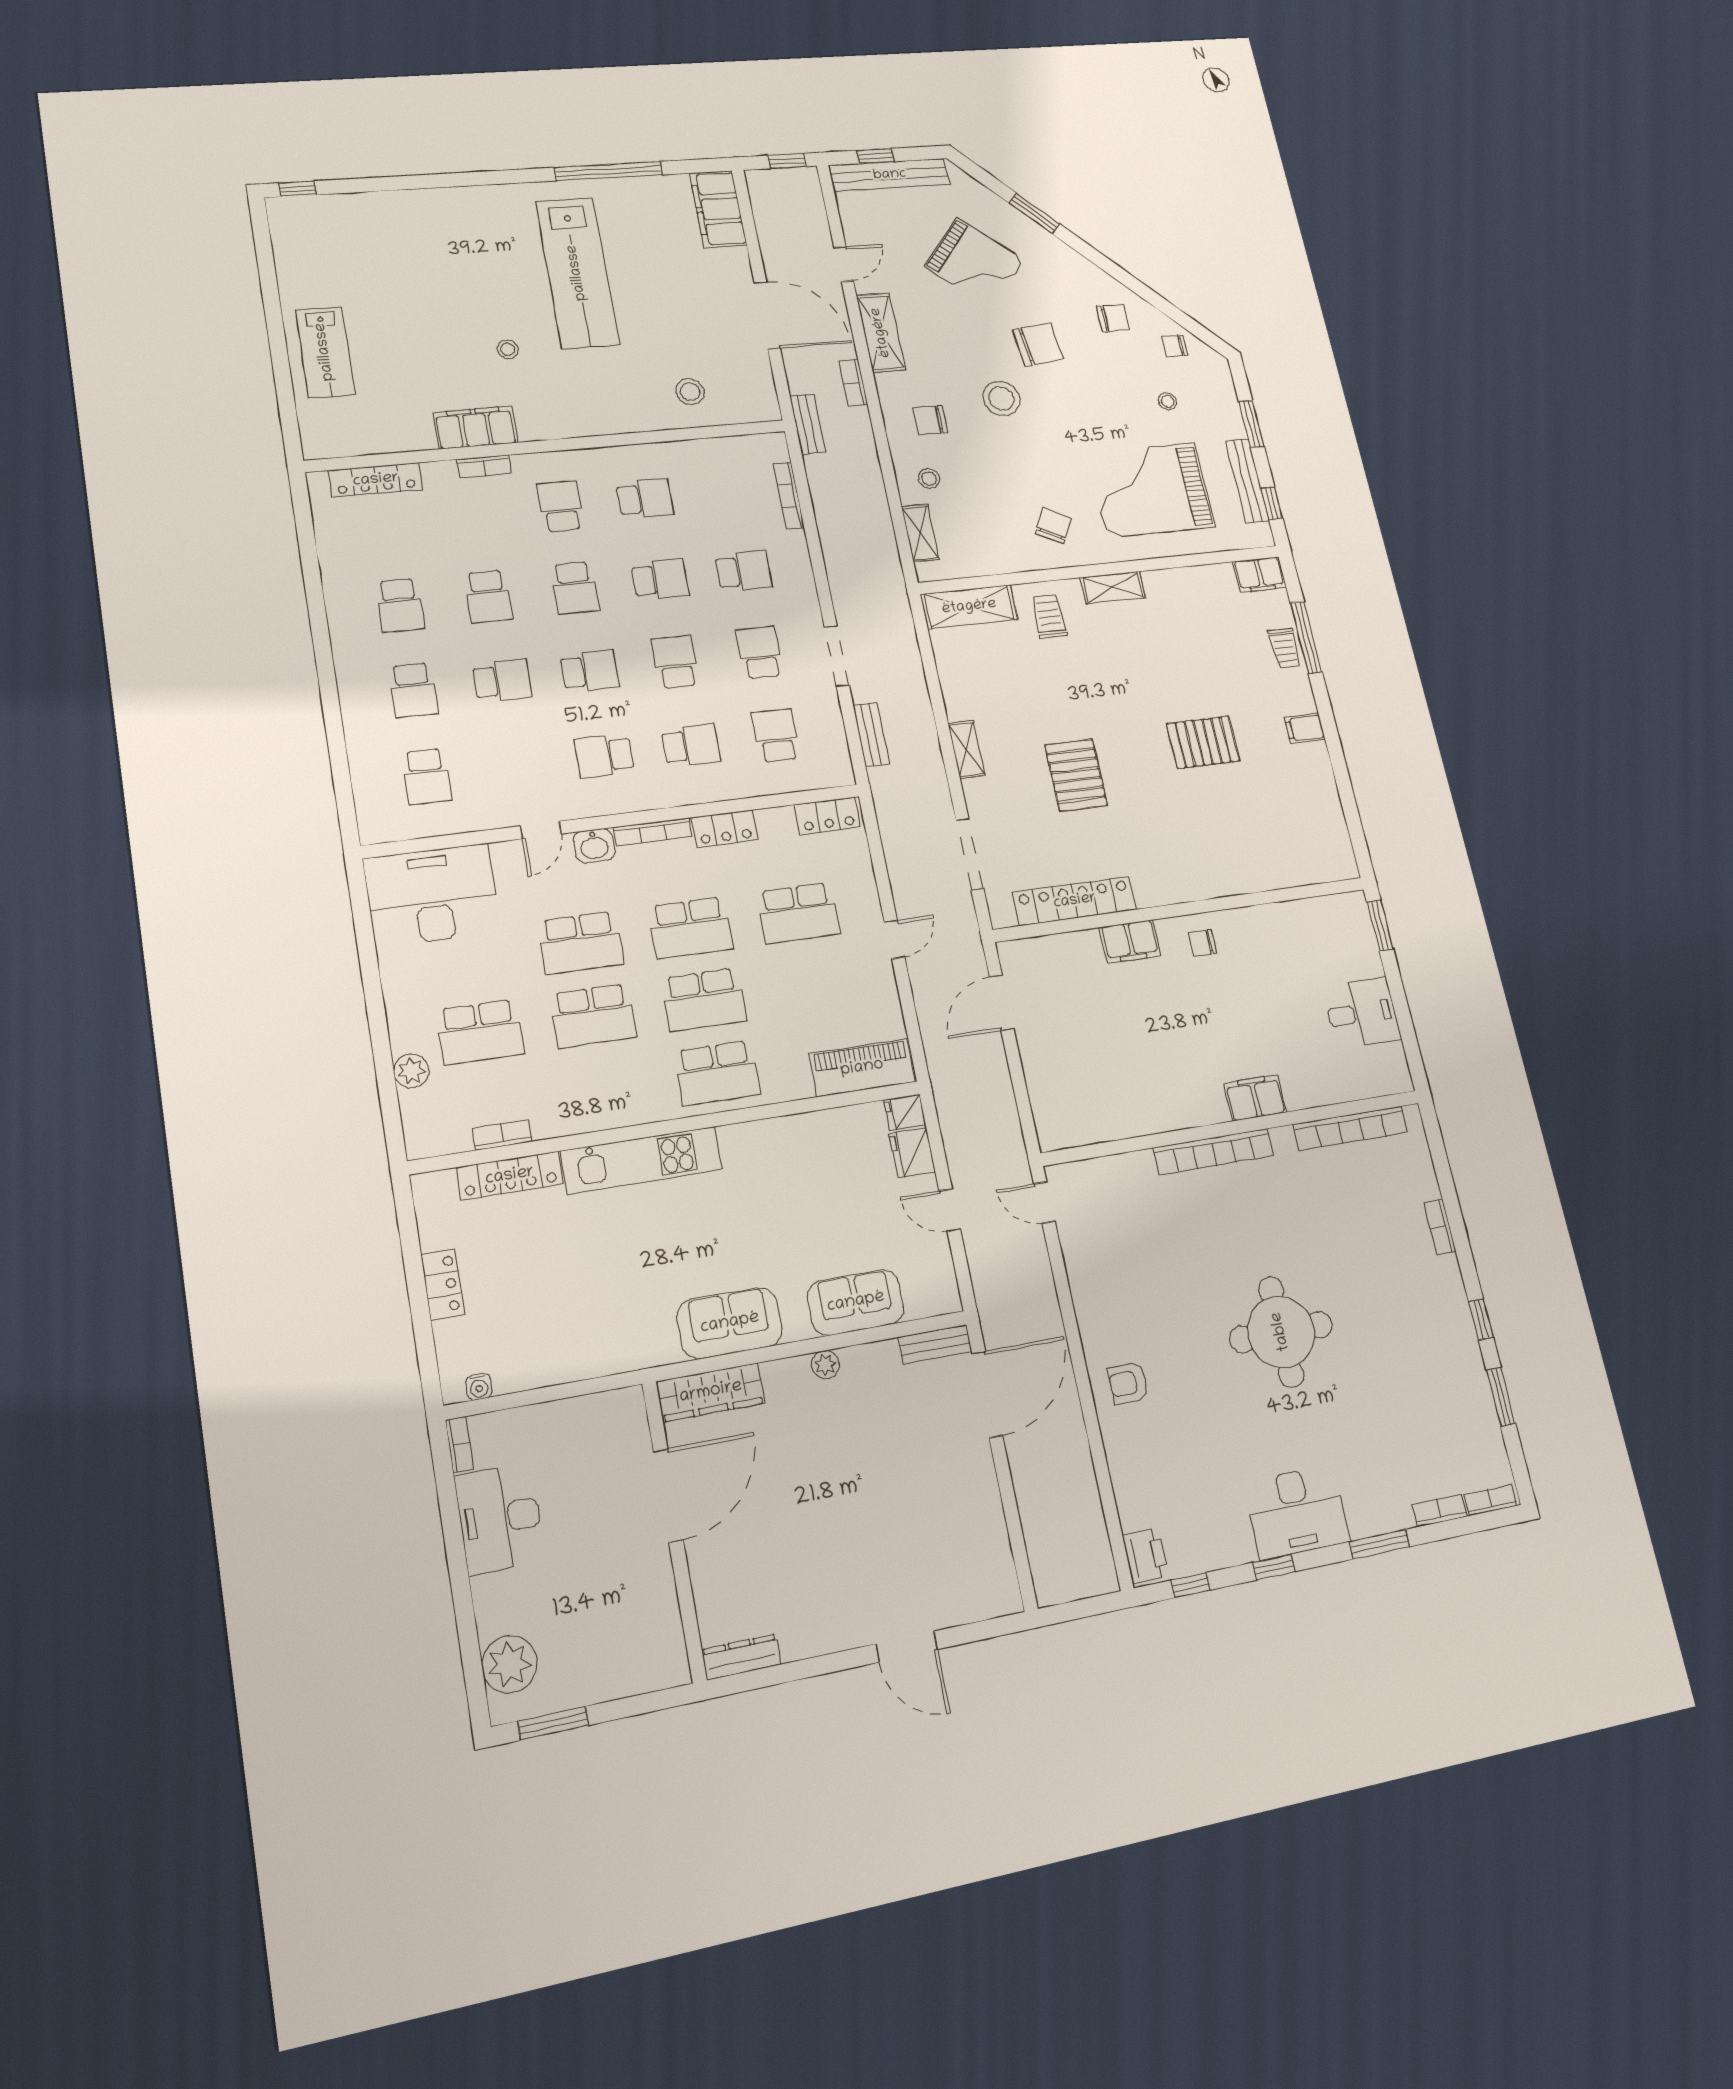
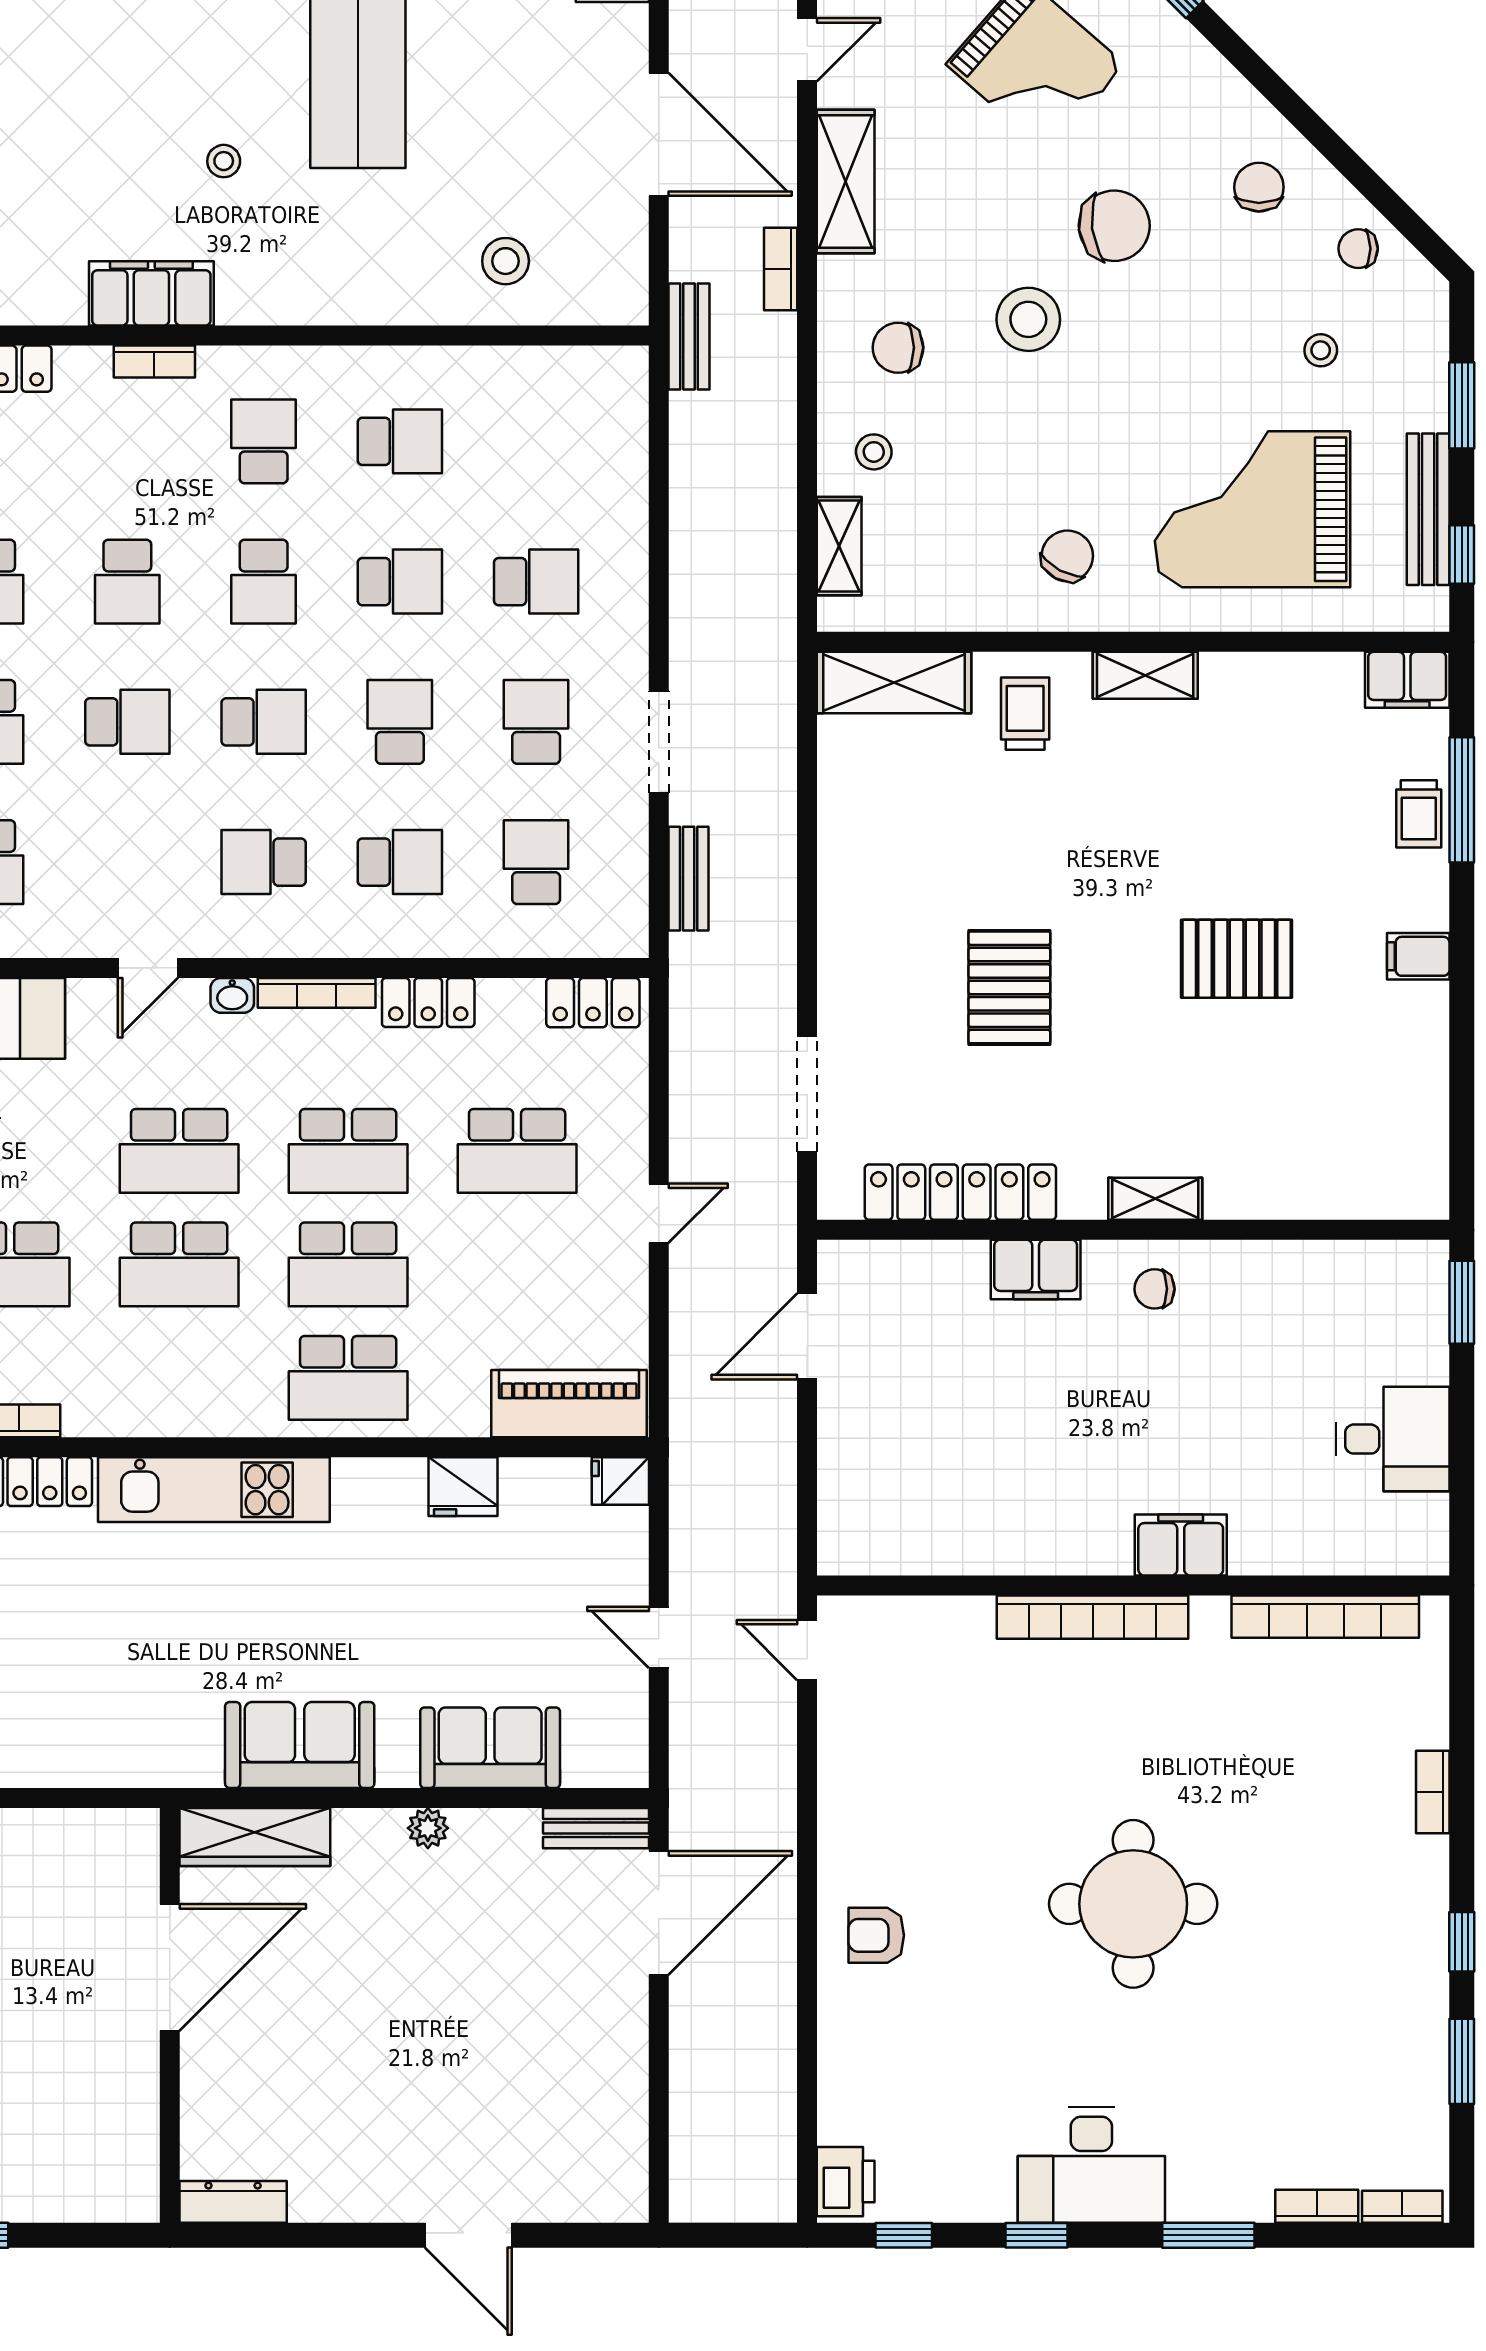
chair: (1113, 318) -> (1259, 187), turned -90
bookcase: (789, 496) -> (634, 460), removed
shelving: (966, 750) -> (1155, 1199), moved, turned 90
washbasin: (594, 846) -> (232, 995), width x0.72, depth x0.69
fridge: (912, 1153) -> (463, 1487), moved, turned -90

